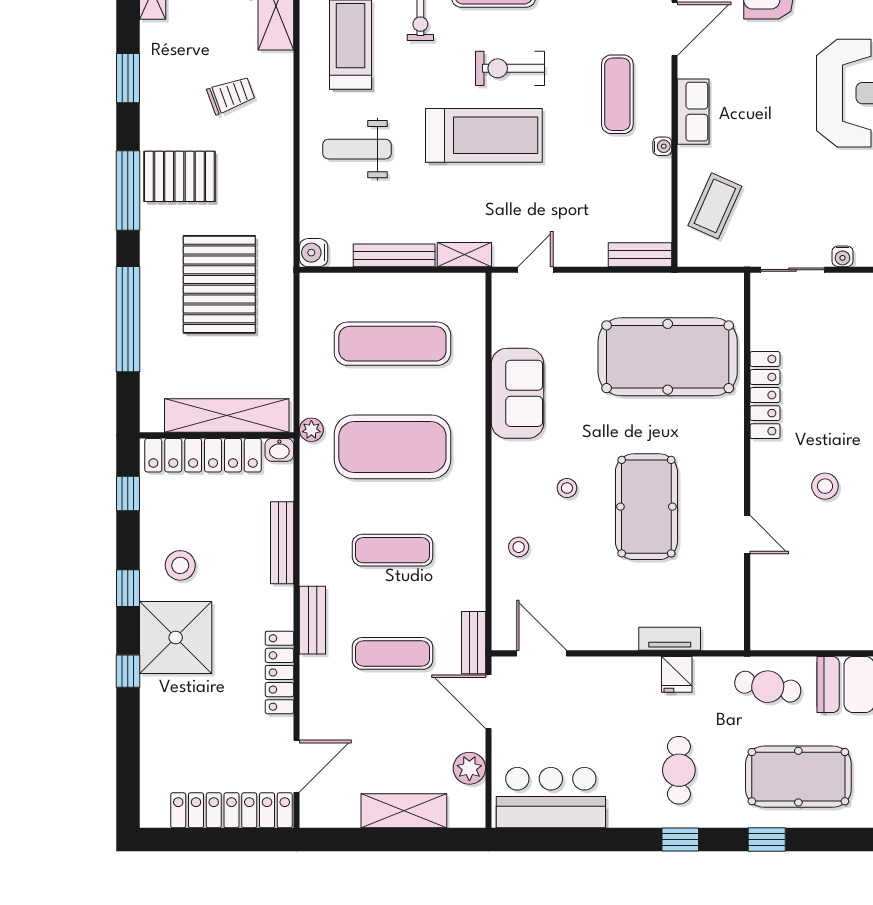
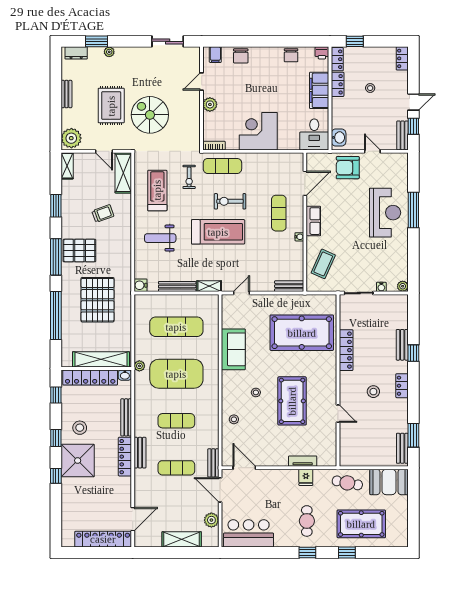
locker: (279, 672) -> (125, 457), moved

